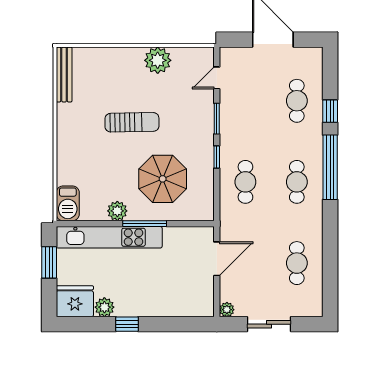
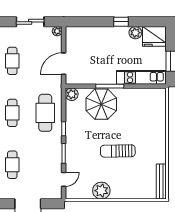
parasol: (163, 179) -> (101, 104), moved
cafe table: (245, 182) -> (45, 113), width x1.37, depth x1.35
barbecue: (68, 203) -> (159, 99), removed
plant: (117, 211) -> (72, 94), moved
kitchen unit: (109, 237) -> (141, 77), width x0.73

